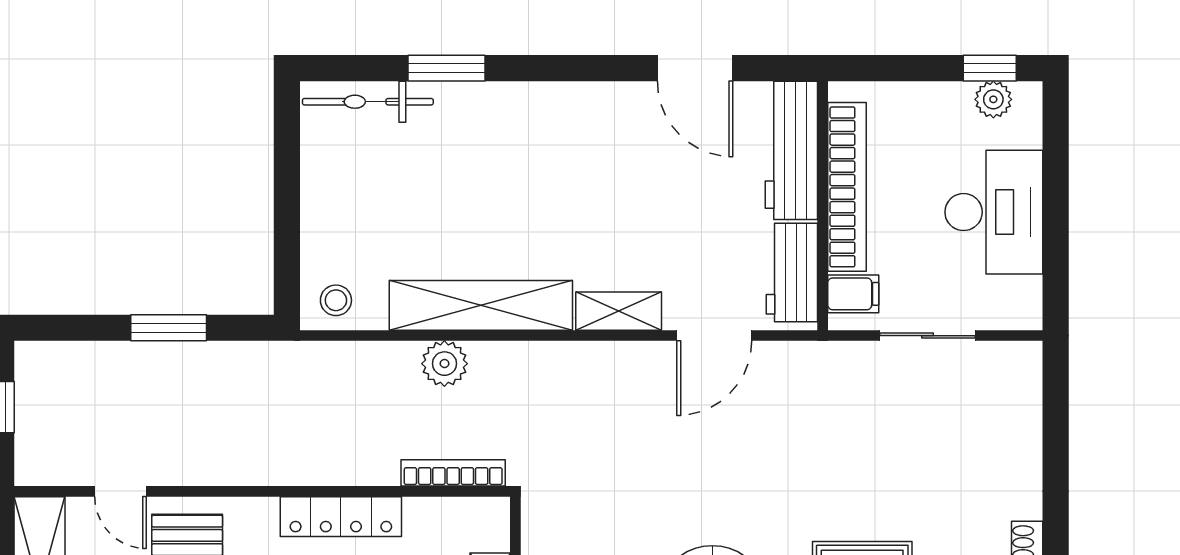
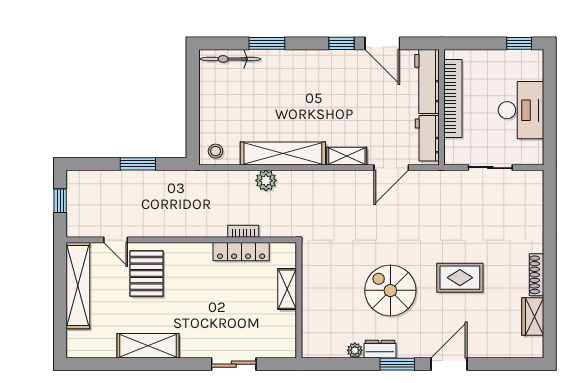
window: (607, 68) -> (341, 43), added
plant: (993, 99) -> (521, 58), removed
filing cabinet: (853, 294) -> (456, 148), removed
bookcase: (453, 473) -> (243, 231), moved, width x0.64
locker: (341, 517) -> (241, 252), moved

